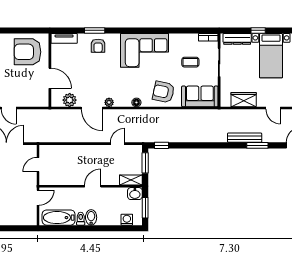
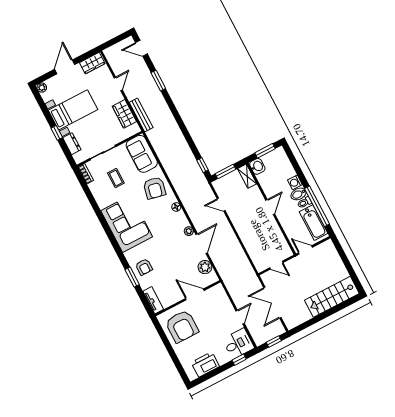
dresser: (237, 39) -> (72, 144), width x0.70
armchair: (98, 46) -> (144, 267), turned 90
door: (50, 78) -> (195, 294), hinge flipped
bench: (245, 138) -> (141, 115), moved
door: (93, 186) -> (270, 207), swing flipped
washing machine: (127, 220) -> (295, 182), moved
window: (72, 228) -> (317, 206), added

